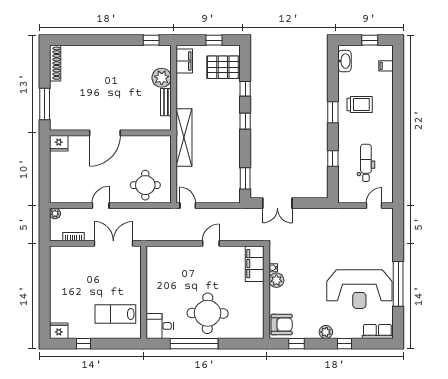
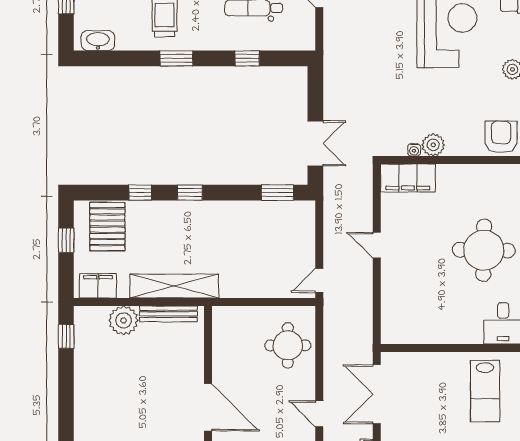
bench: (166, 102) -> (168, 314), width x1.36
shelving: (184, 137) -> (174, 286), moved

